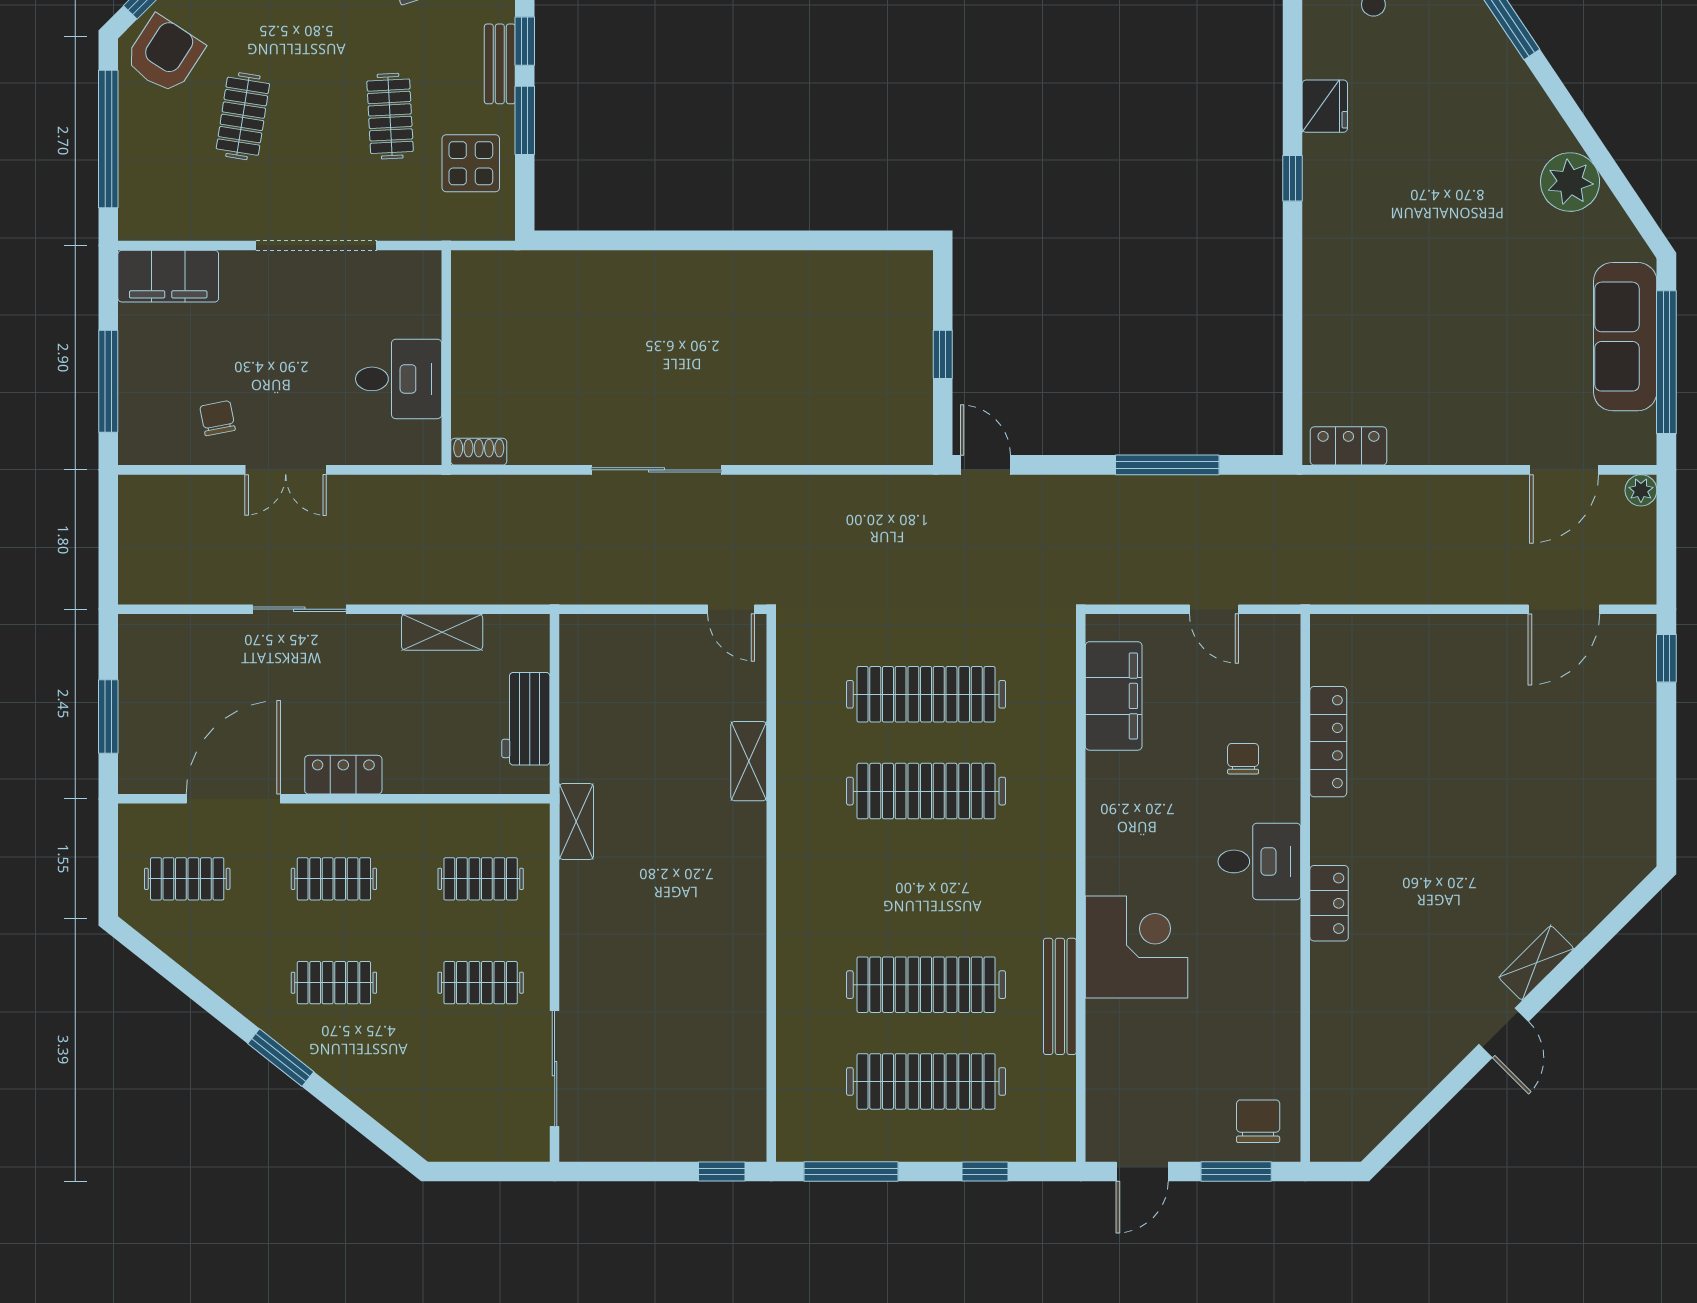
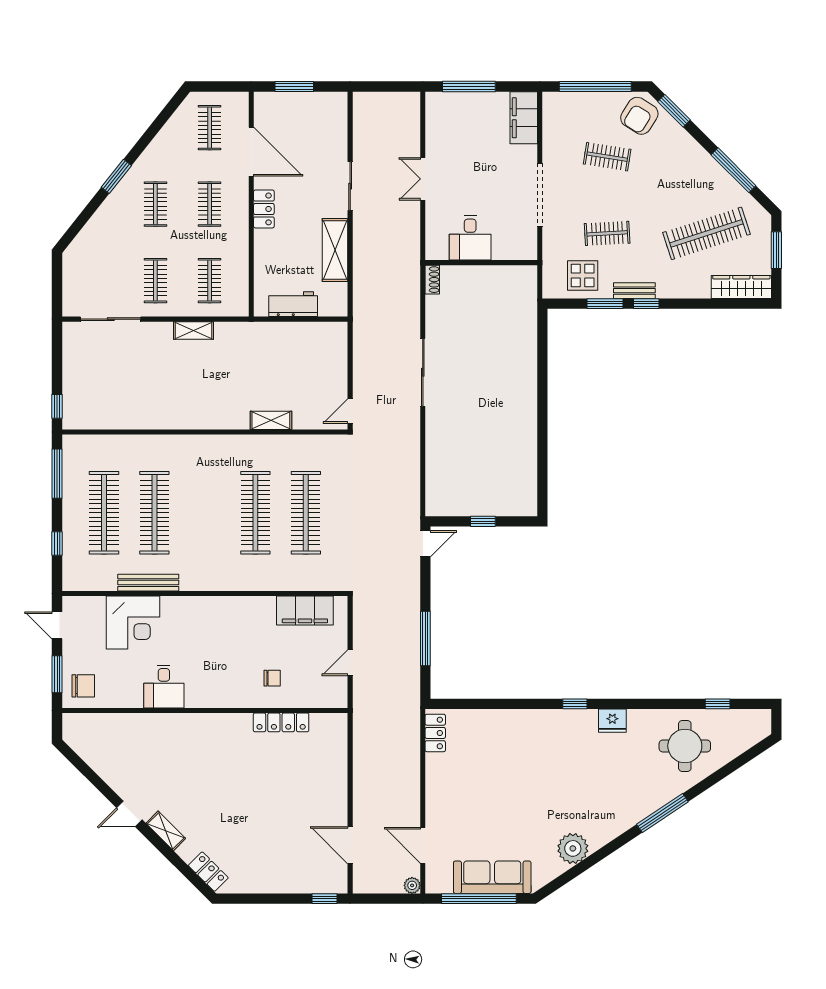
armchair: (164, 54) -> (639, 116), turned 89
chair: (218, 418) -> (450, 143), removed
shelving: (442, 632) -> (335, 250), width x1.50, depth x1.33
shelving: (576, 821) -> (193, 330), moved
desk: (1259, 861) -> (164, 687), moved
locker: (1329, 903) -> (208, 872), moved, turned -135
corner desk: (1137, 947) -> (133, 623), moved

